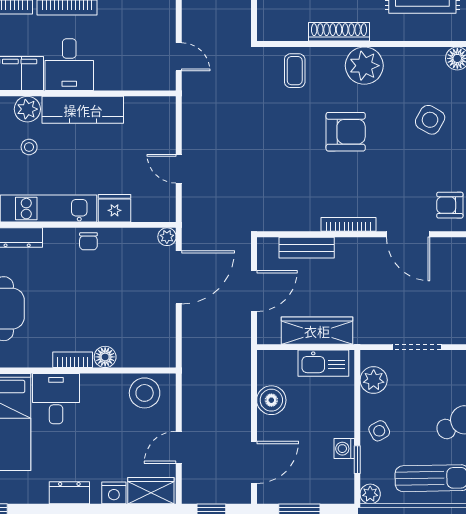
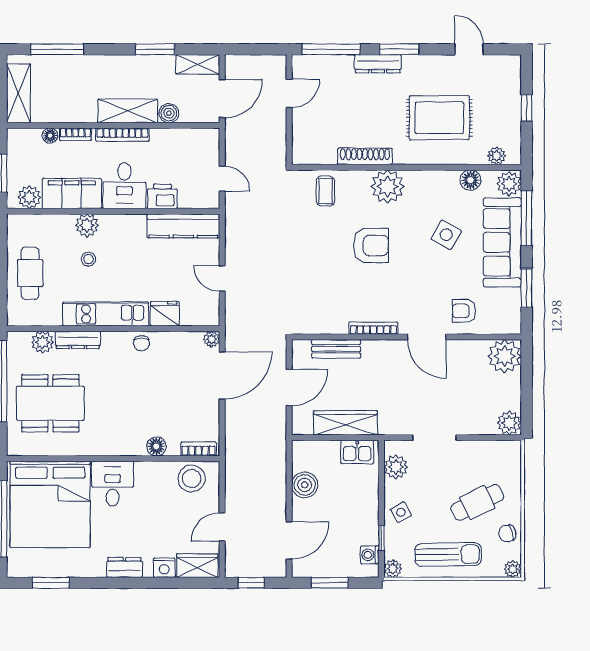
printer: (112, 77) -> (162, 196), added
kitchen counter: (83, 110) -> (183, 226), moved
bookcase: (73, 360) -> (199, 449), moved
kitchen sink: (323, 363) -> (357, 452), width x0.73
washing machine: (344, 449) -> (370, 555), moved

